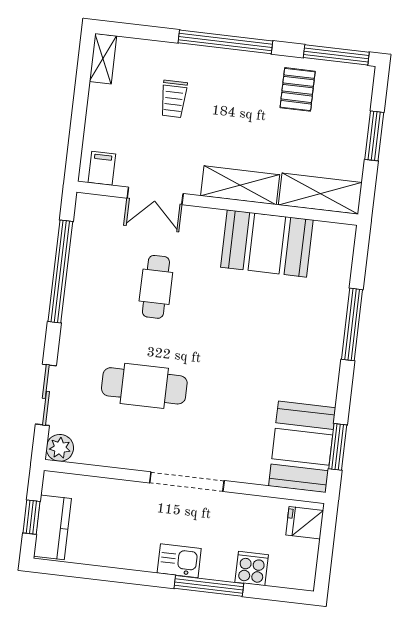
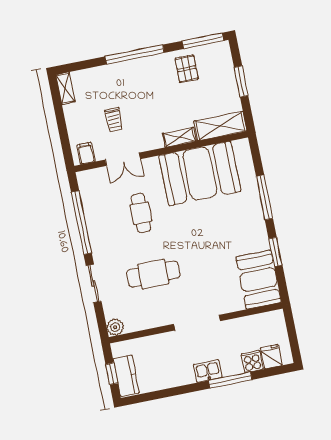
trolley: (174, 99) -> (114, 120), moved
shelving: (240, 185) -> (179, 137), width x0.67, depth x0.75
booth: (267, 243) -> (200, 173), width x1.36, depth x1.42
sliding door: (46, 395) -> (94, 283), moved
window: (338, 447) -> (275, 252), moved
fridge: (305, 523) -> (271, 357), moved, turned 90

